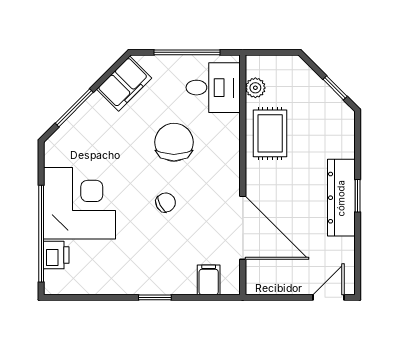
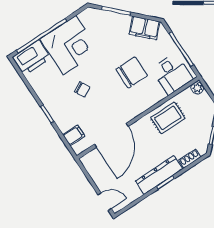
plant: (255, 88) -> (197, 88), moved
shoe rack: (347, 140) -> (190, 159), added
chair: (166, 203) -> (82, 89), moved
printer: (56, 255) -> (32, 58), width x1.87, depth x1.48

